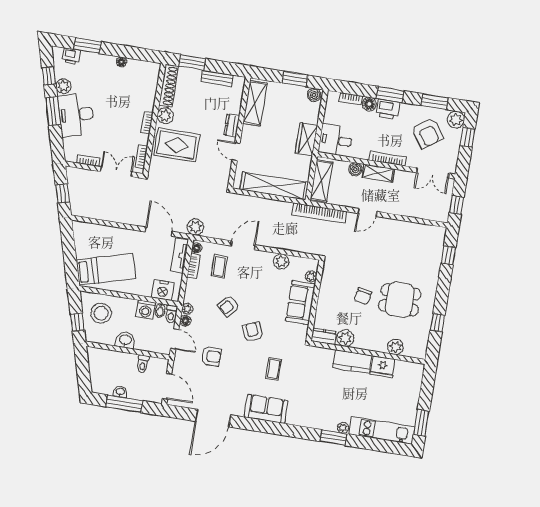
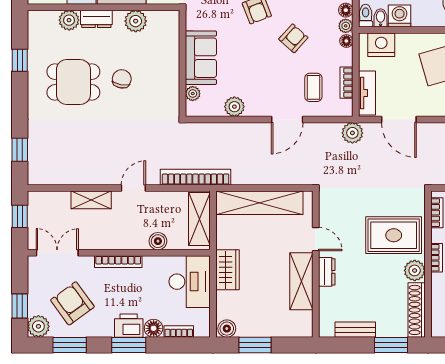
shelving: (255, 103) -> (301, 281), moved
desk: (336, 140) -> (190, 282), width x1.37
shelving: (378, 173) -> (91, 200), moved
floor lamp: (197, 248) -> (346, 41), moved
dresser: (324, 336) -> (96, 19), moved

